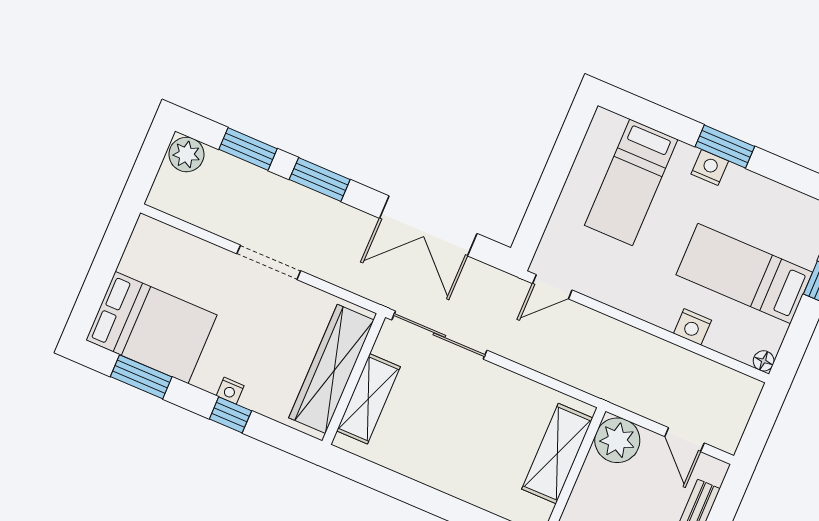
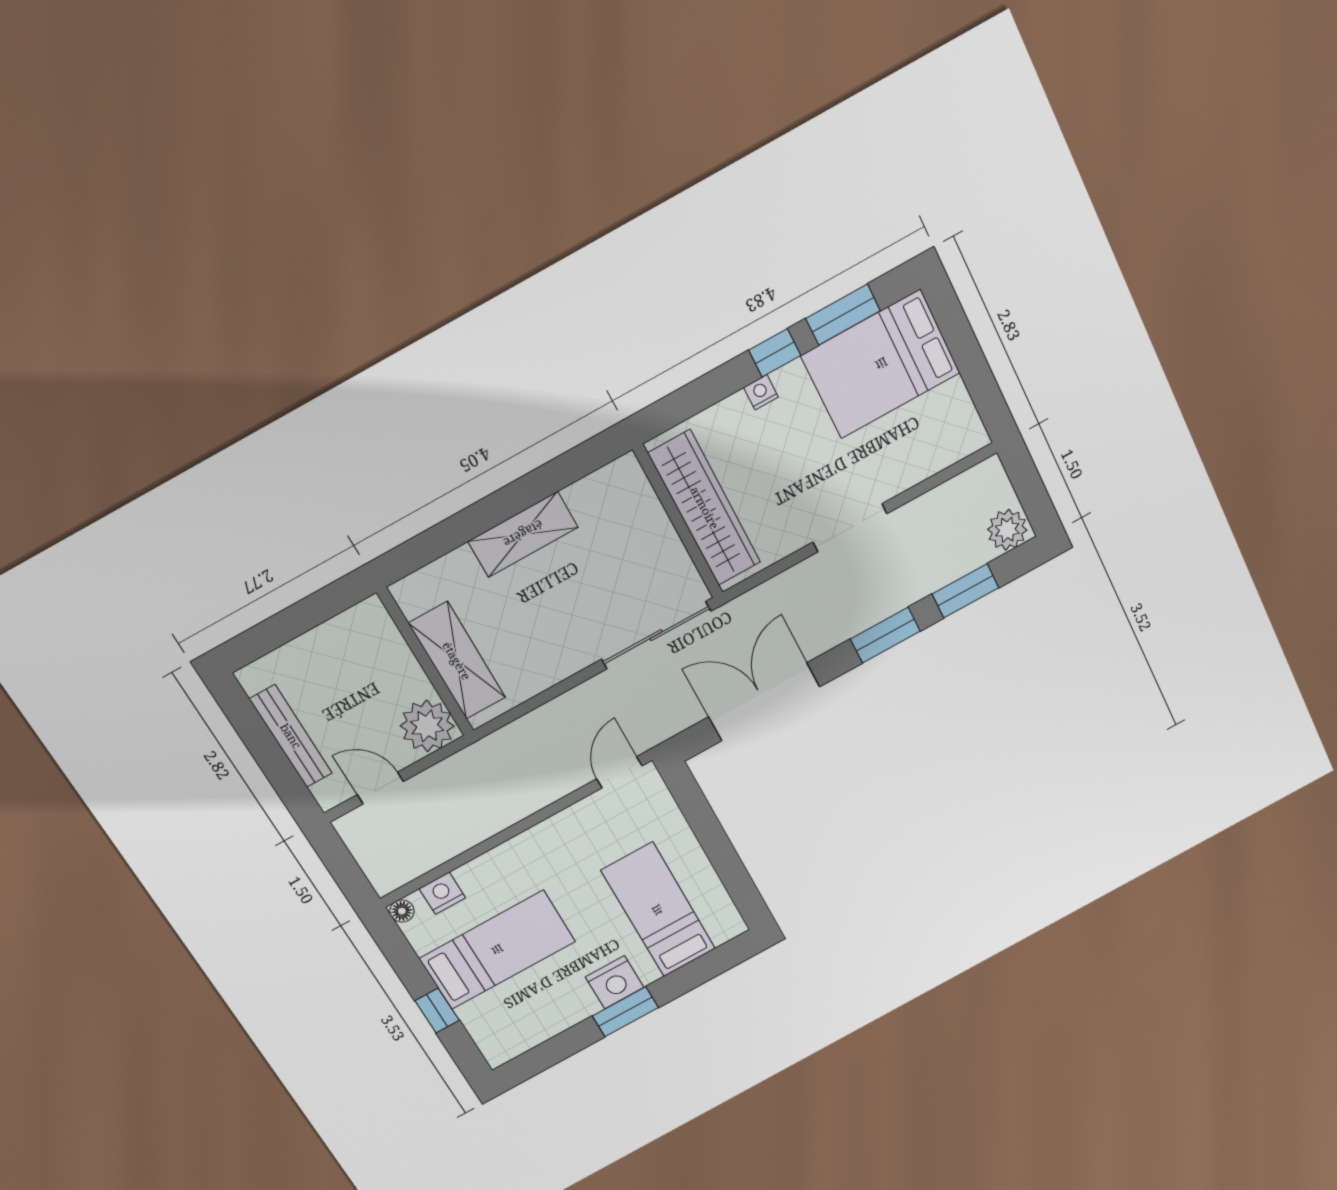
nightstand: (710, 168) -> (615, 982), width x1.36, depth x1.33
nightstand: (692, 327) -> (442, 893), moved
shelving: (368, 399) -> (523, 534), moved, turned 90
window: (230, 415) -> (775, 353), moved

